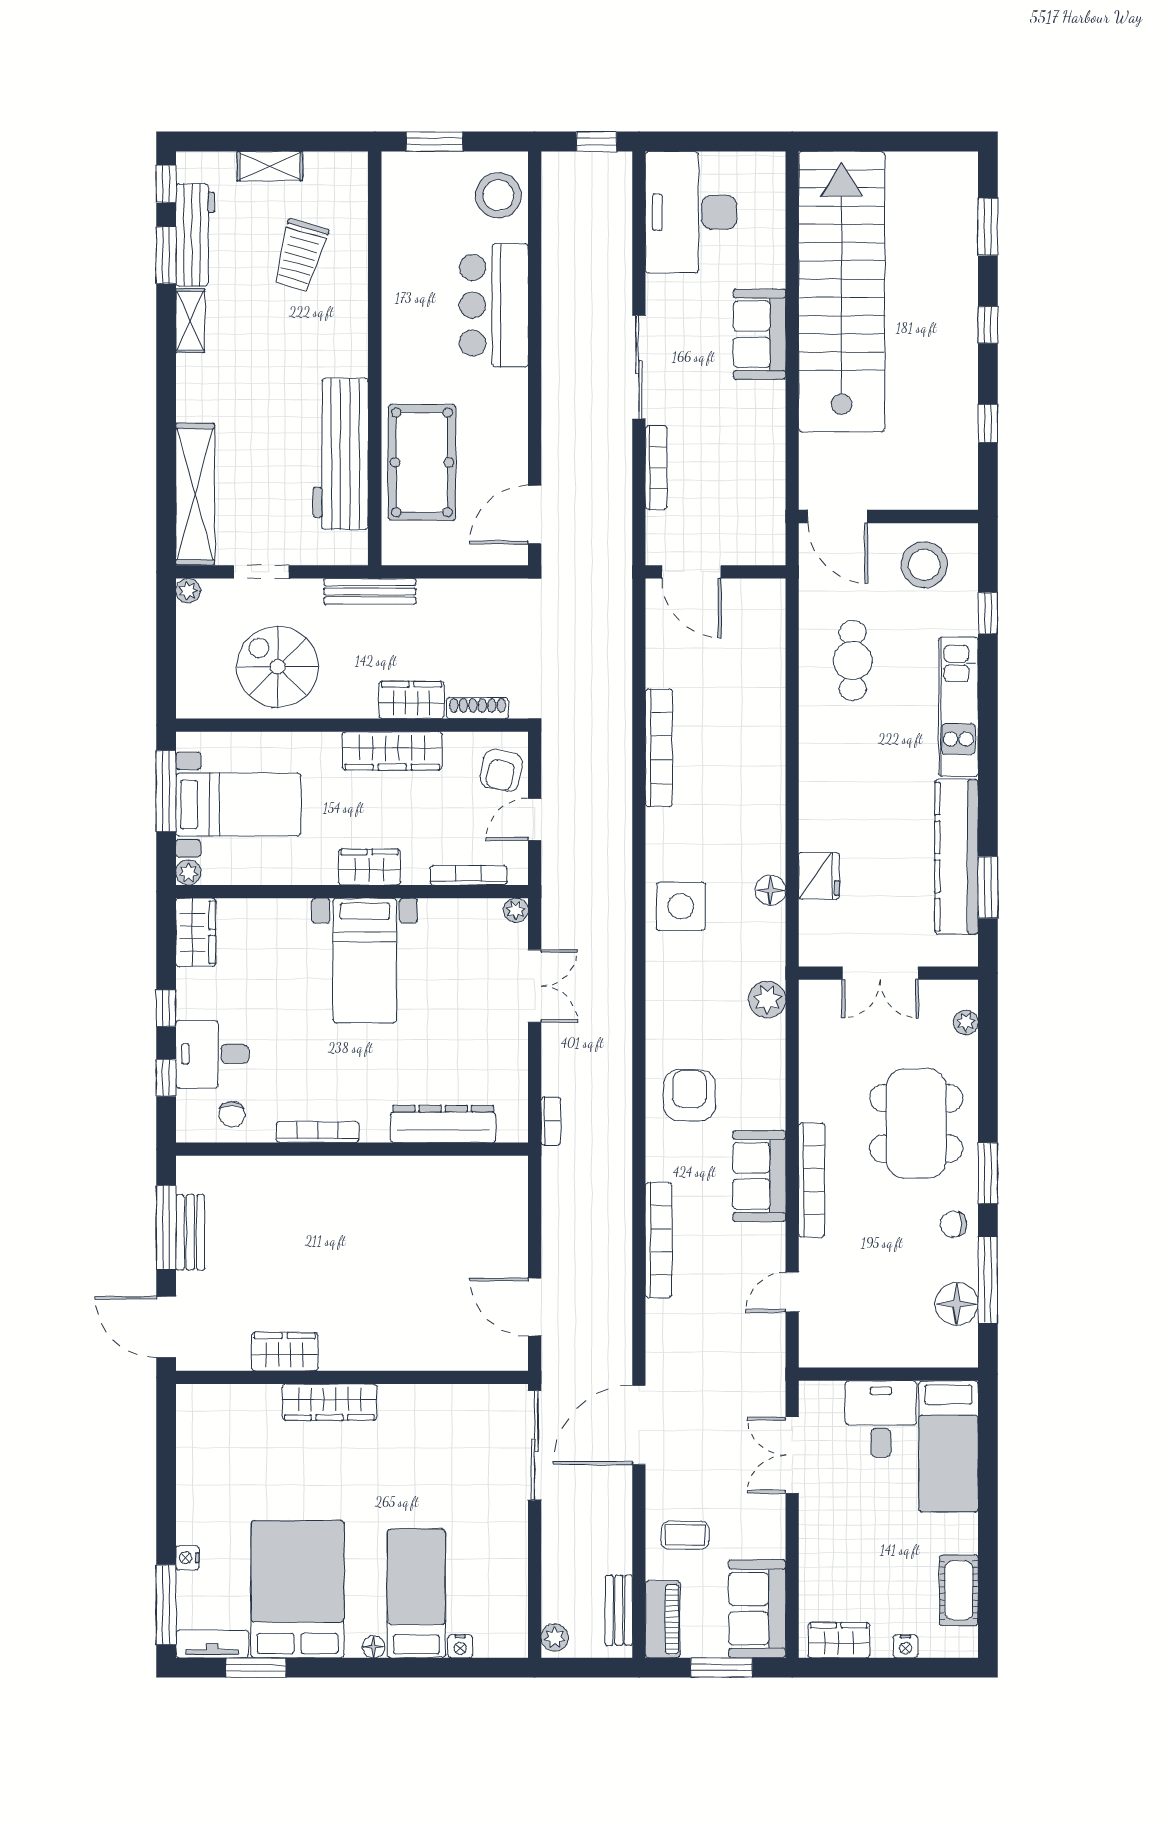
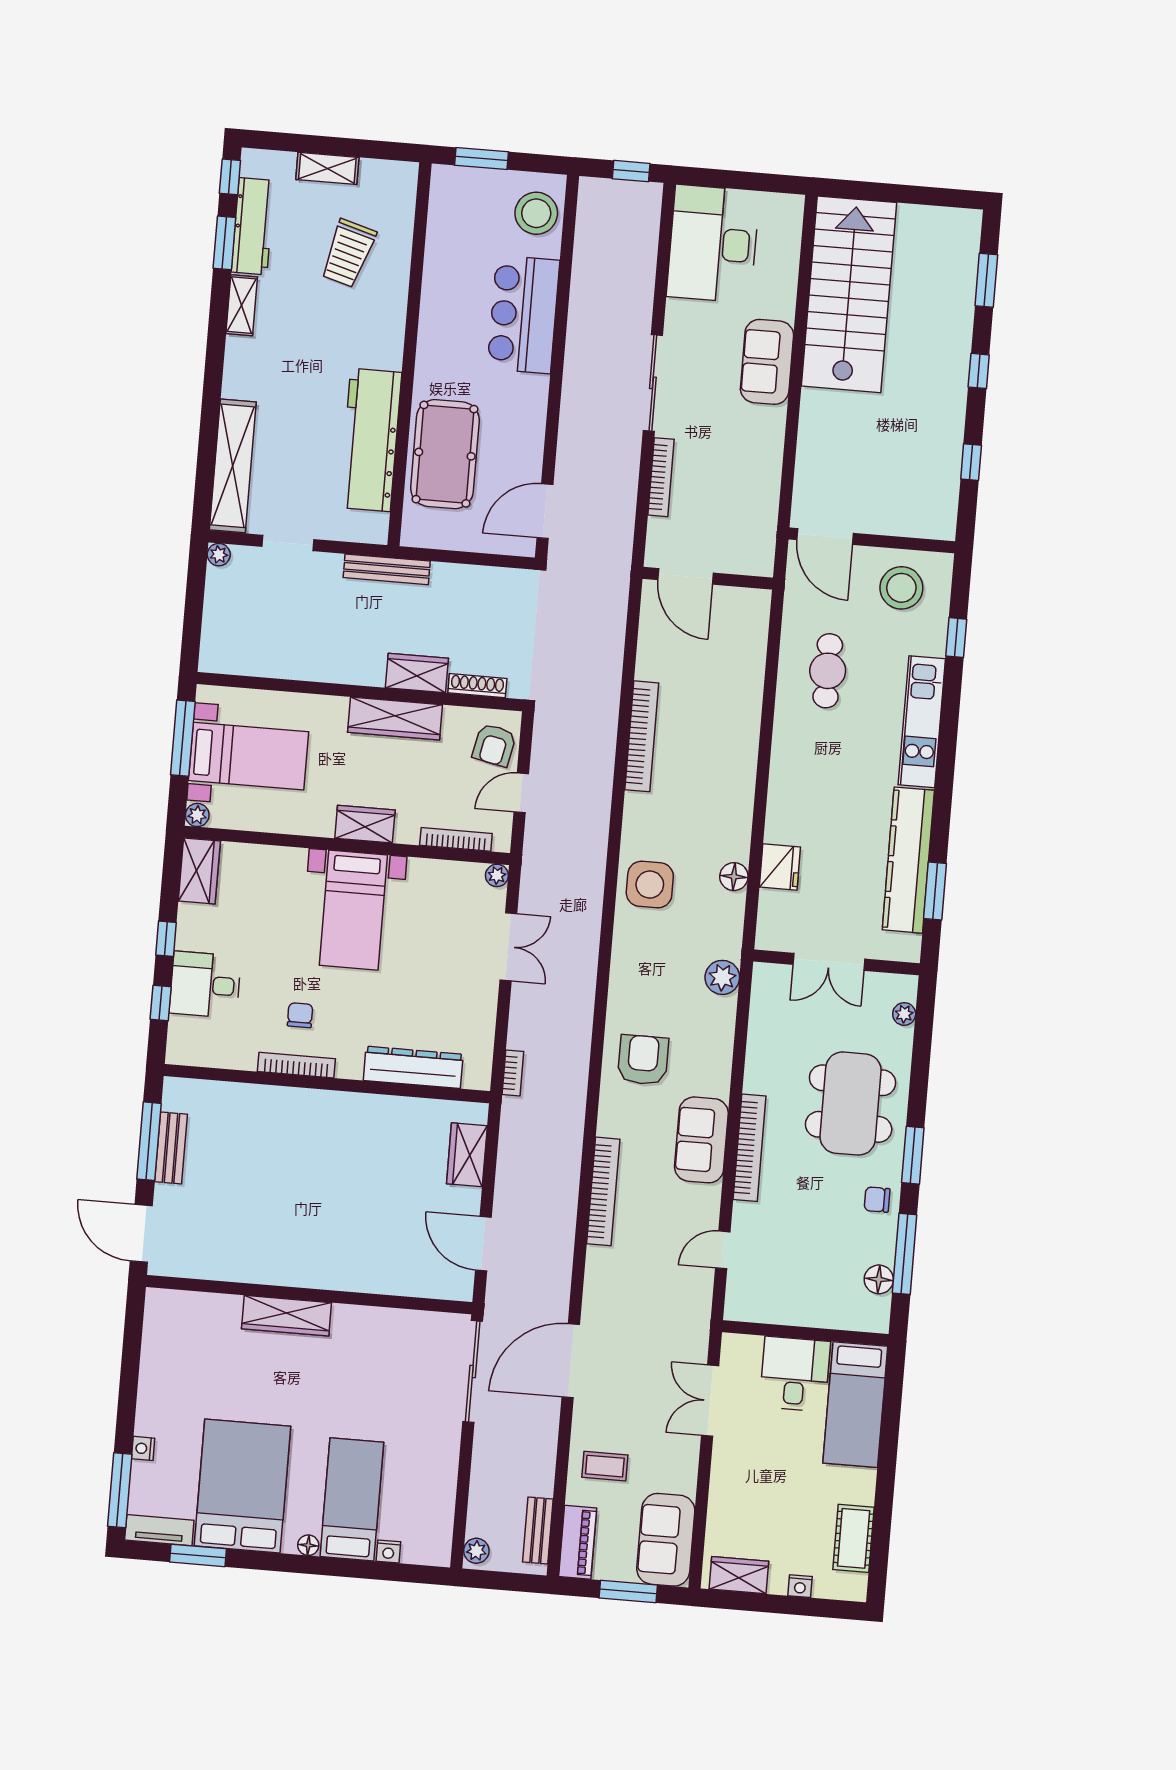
stairs: (842, 292) -> (849, 294), width x0.73
spiral stairs: (278, 667) -> (296, 632), removed
chair: (232, 1114) -> (300, 1015), moved, turned 180
floor lamp: (957, 1304) -> (879, 1279), width x0.73, depth x0.73
wardrobe: (285, 1352) -> (467, 1155), moved, turned -90

